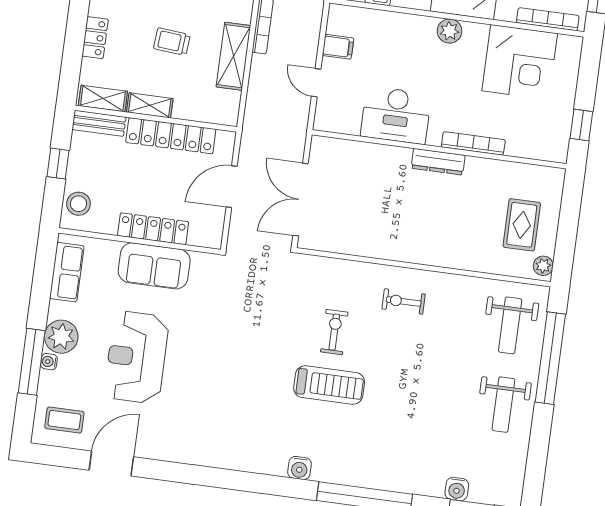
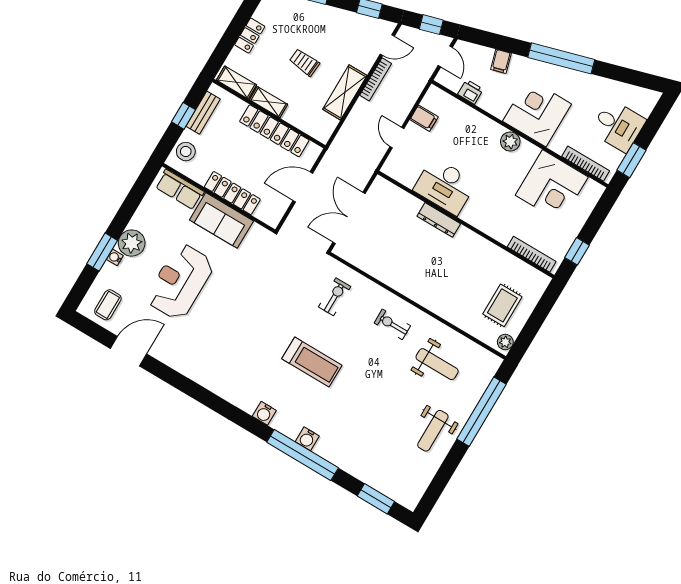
bench: (99, 123) -> (203, 113), moved, turned 90
bookcase: (473, 143) -> (532, 254), moved
dresser: (438, 162) -> (439, 220), moved
row of seats: (67, 272) -> (180, 189), moved, turned 90
weight bench: (510, 325) -> (437, 364), moved, turned -90
exercise bike: (334, 332) -> (335, 297), moved
window: (32, 362) -> (102, 252), width x0.69
coffee table: (64, 420) -> (108, 305), turned 90
water cooler: (457, 489) -> (307, 439), moved

